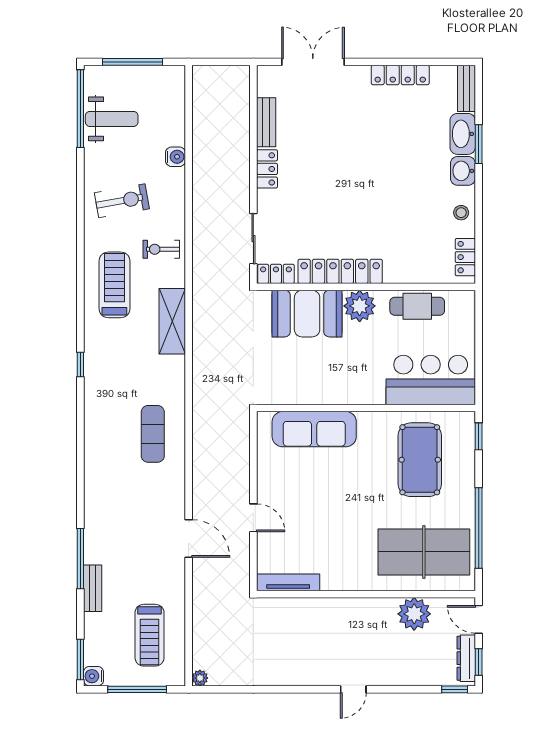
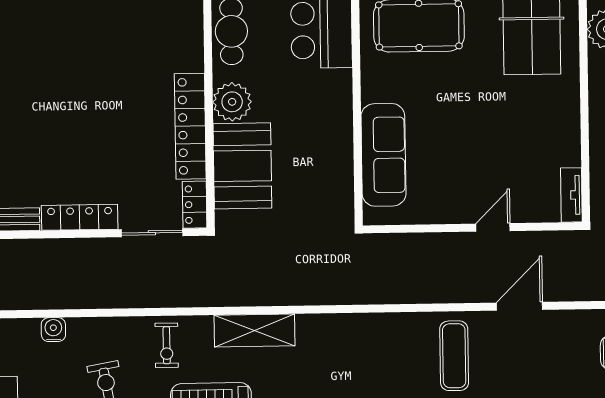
locker: (267, 169) -> (80, 217), width x1.53
exercise mat: (153, 434) -> (454, 356), moved, turned 90
tv unit: (288, 582) -> (571, 195), width x0.71

